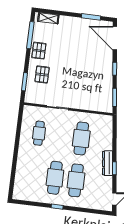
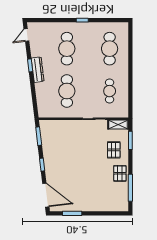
shelving: (48, 18) -> (118, 125), moved
cafe table: (55, 178) -> (110, 49), moved

